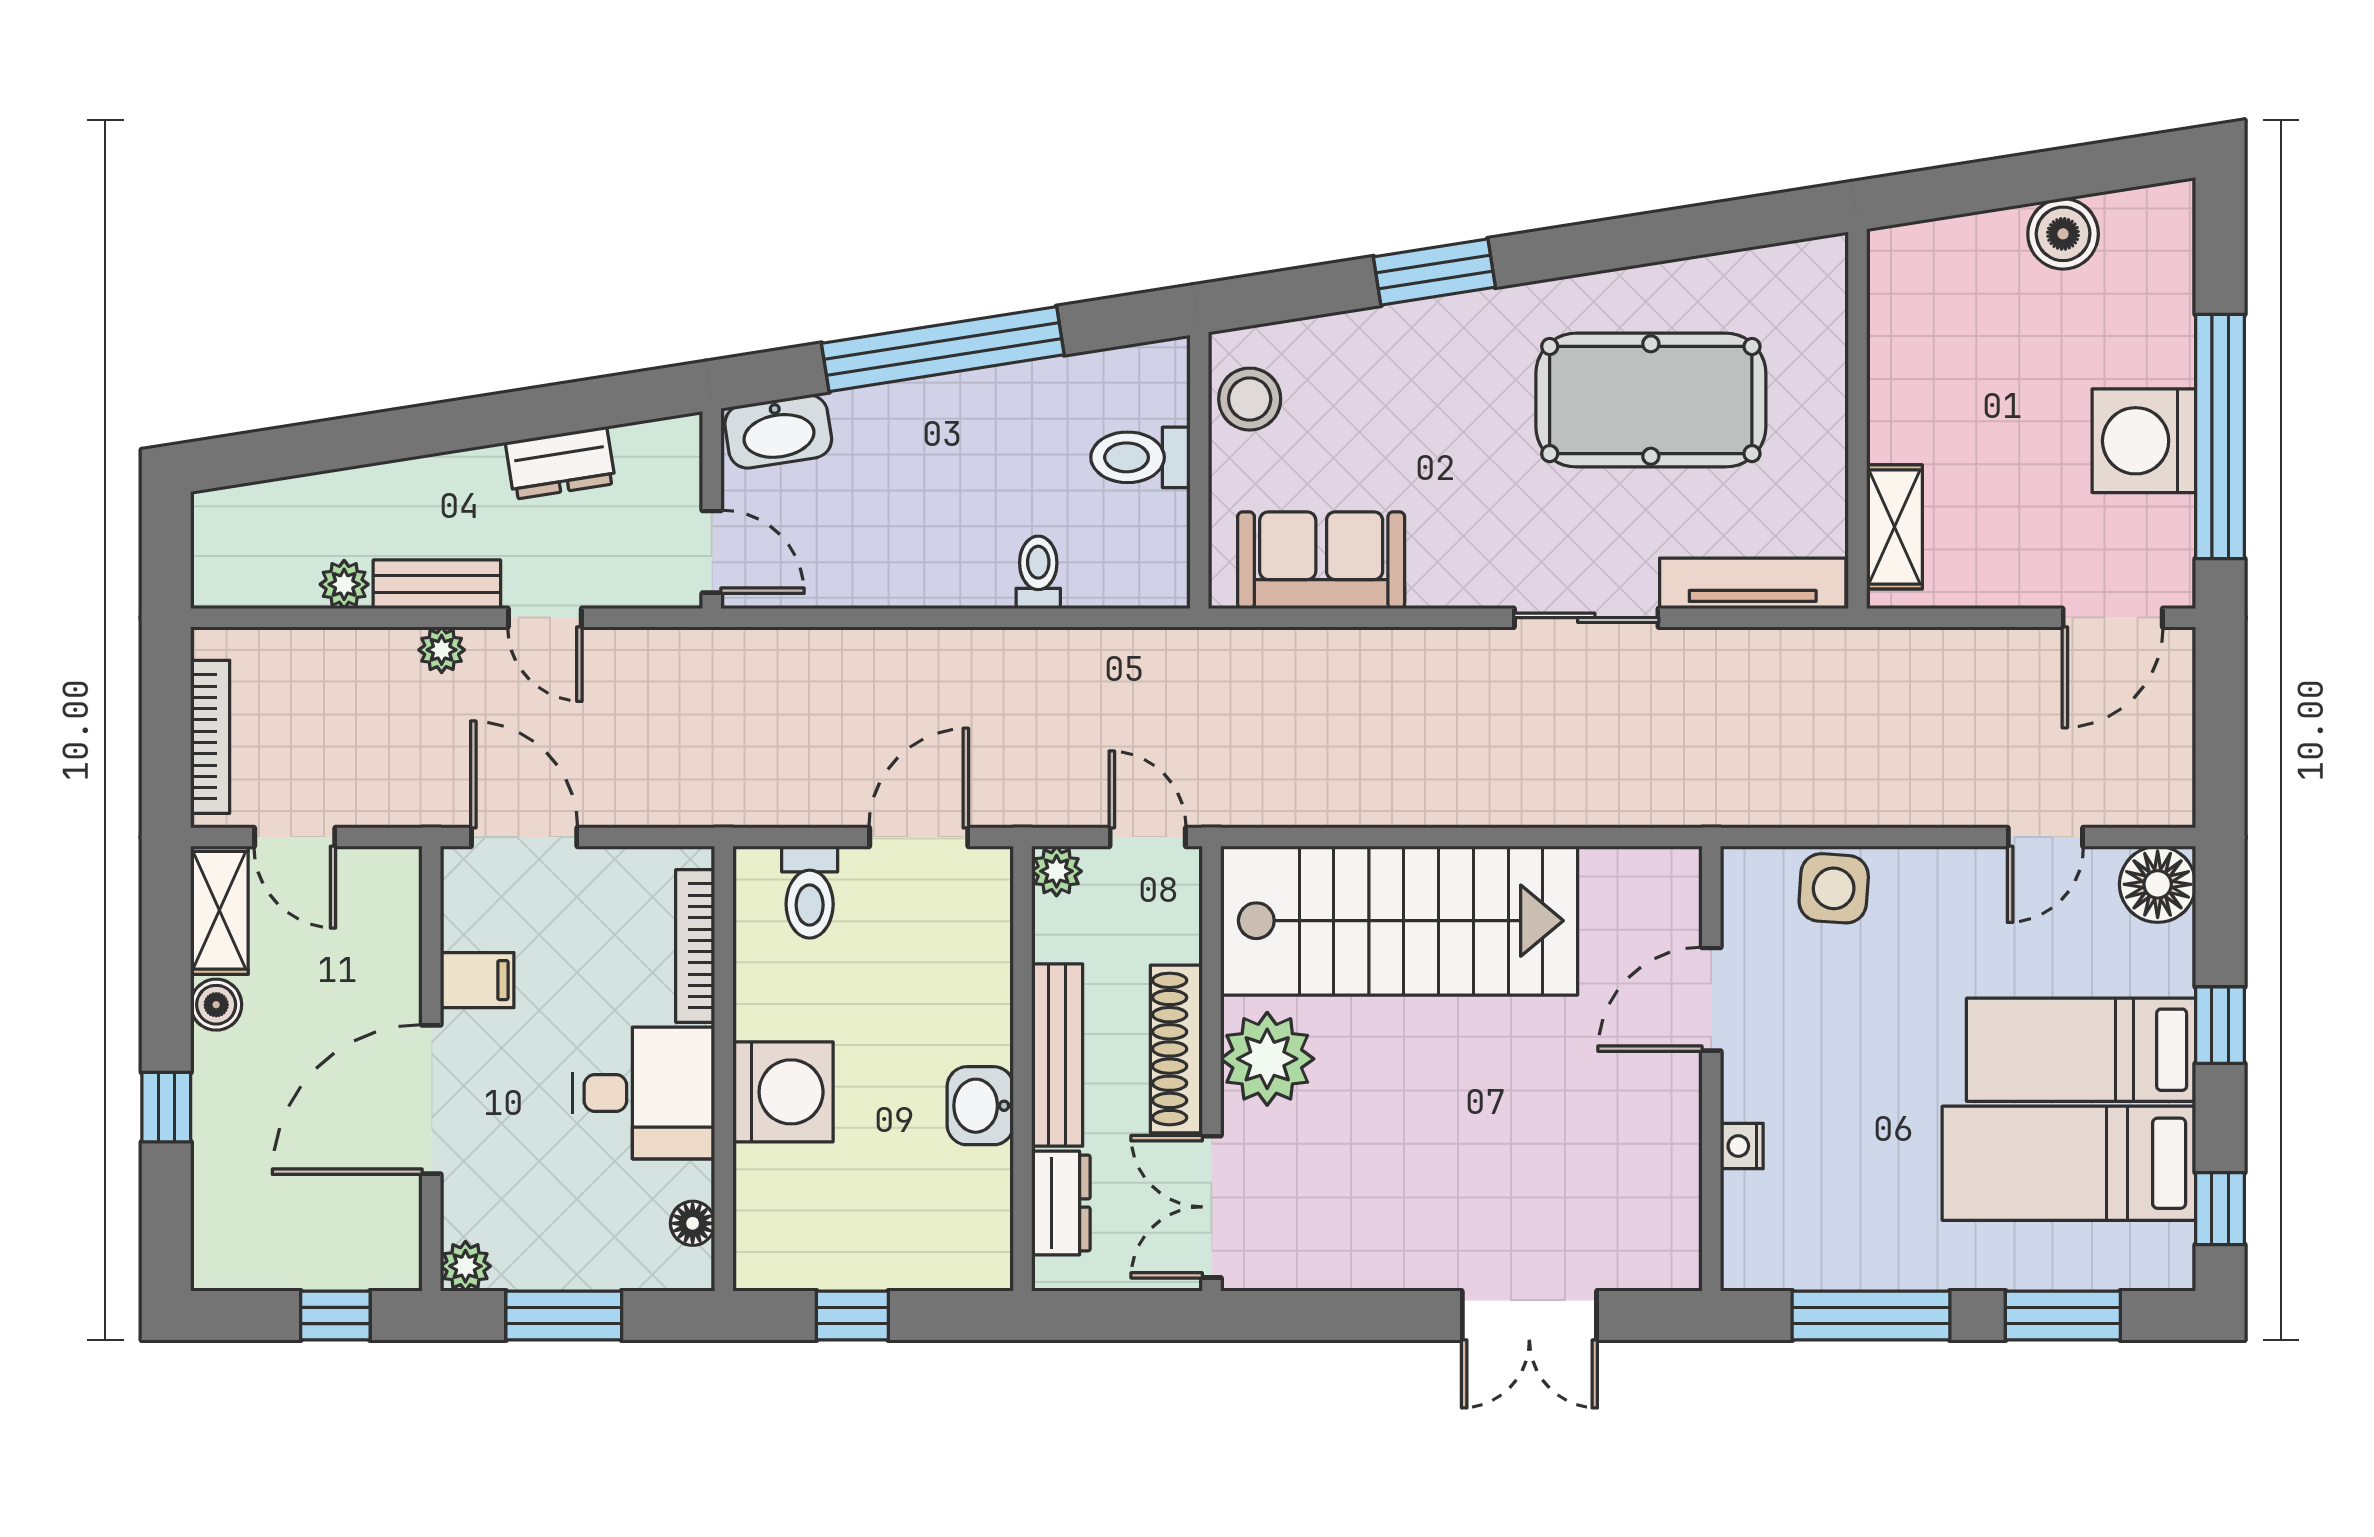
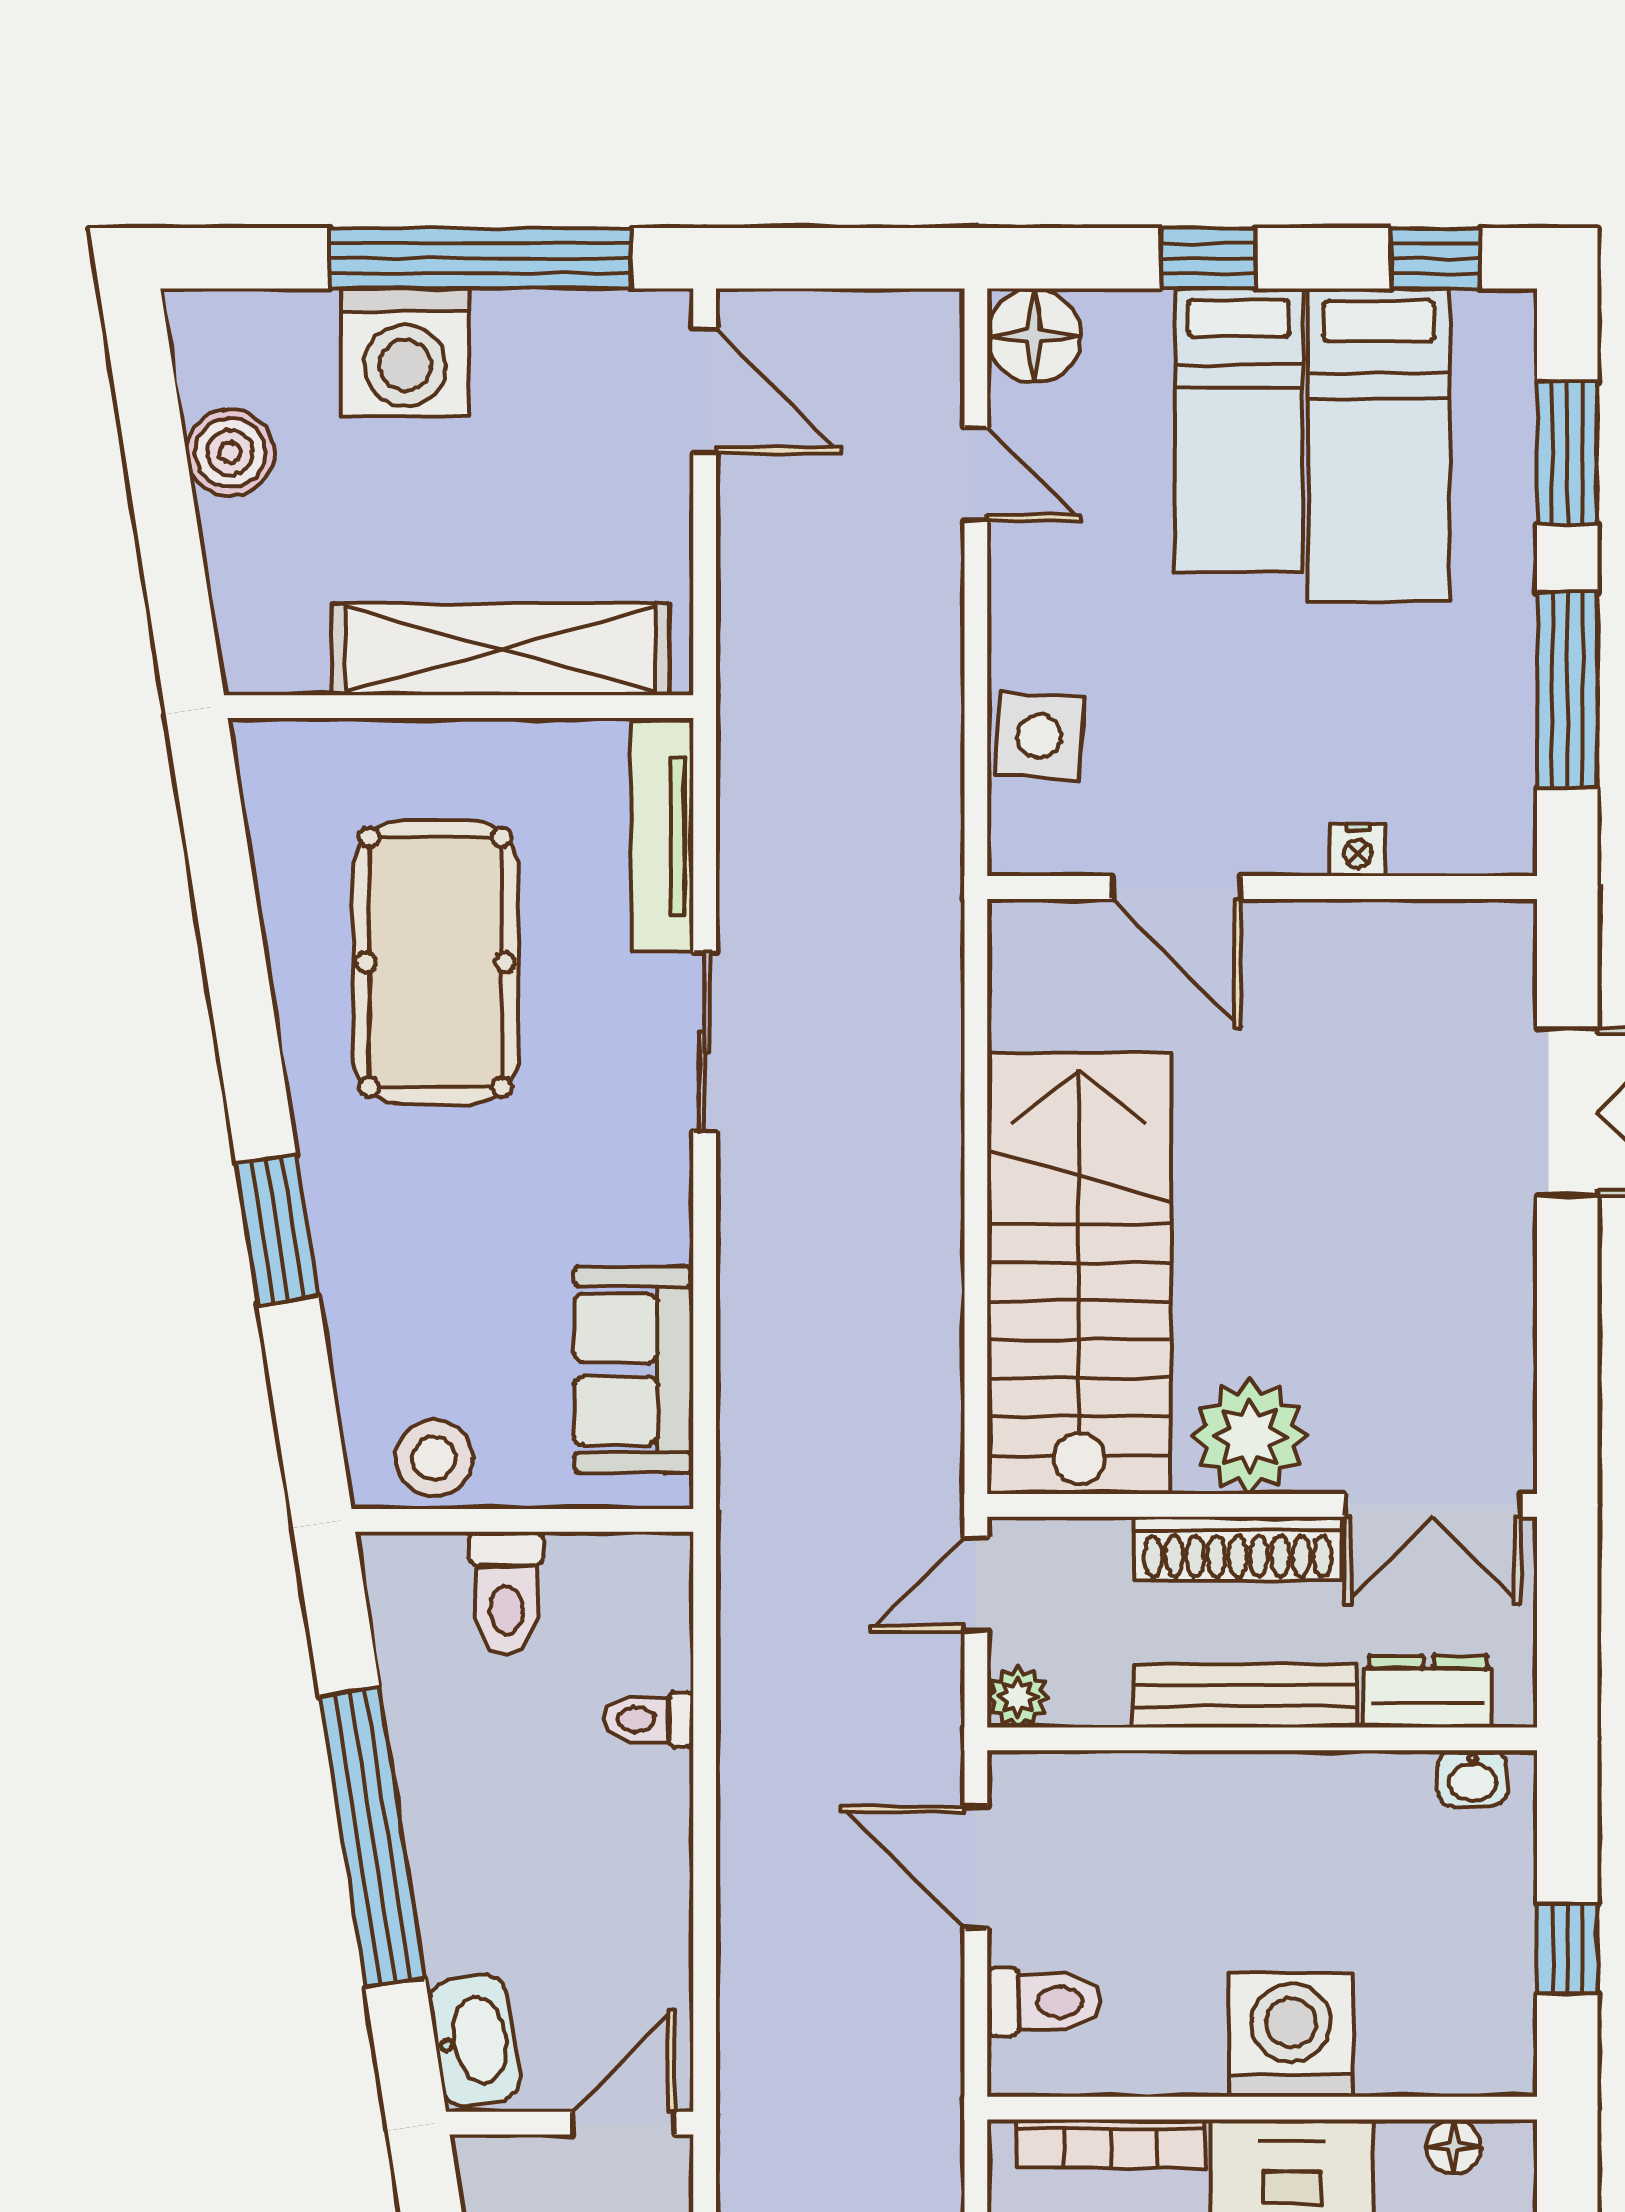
washing machine: (2144, 441) -> (405, 353), moved
shelving: (1894, 527) -> (500, 649), width x2.20, depth x1.33
washbasin: (980, 1106) -> (1472, 1778), moved, width x0.72, depth x0.69

